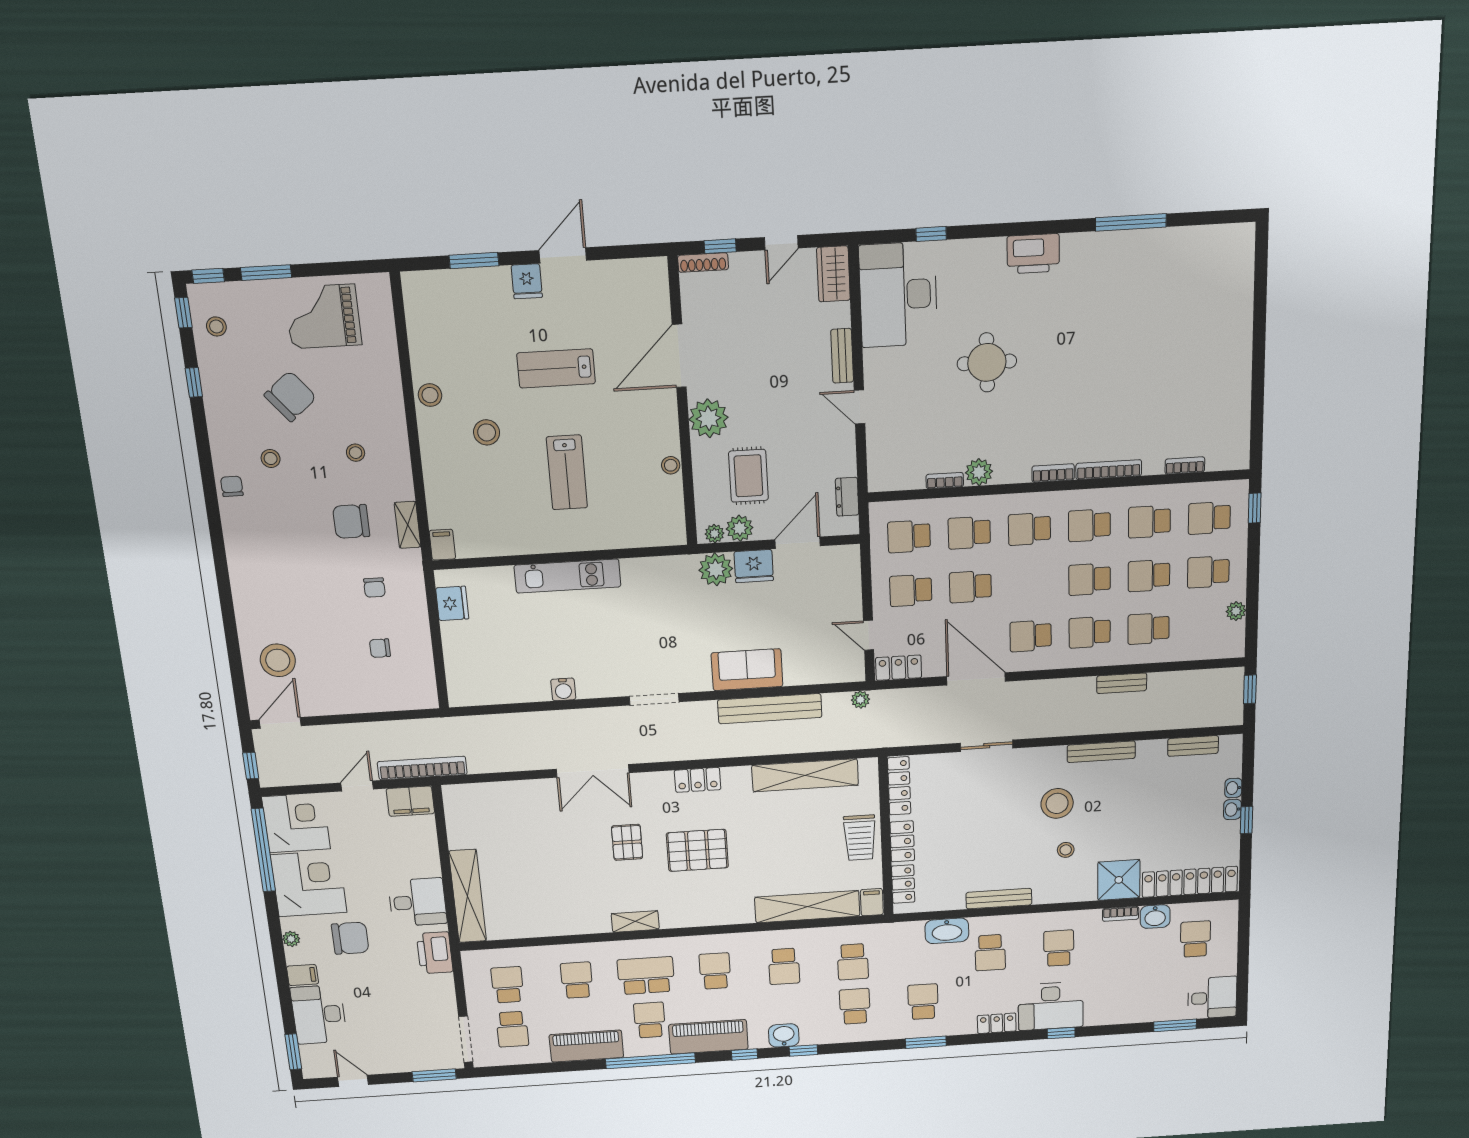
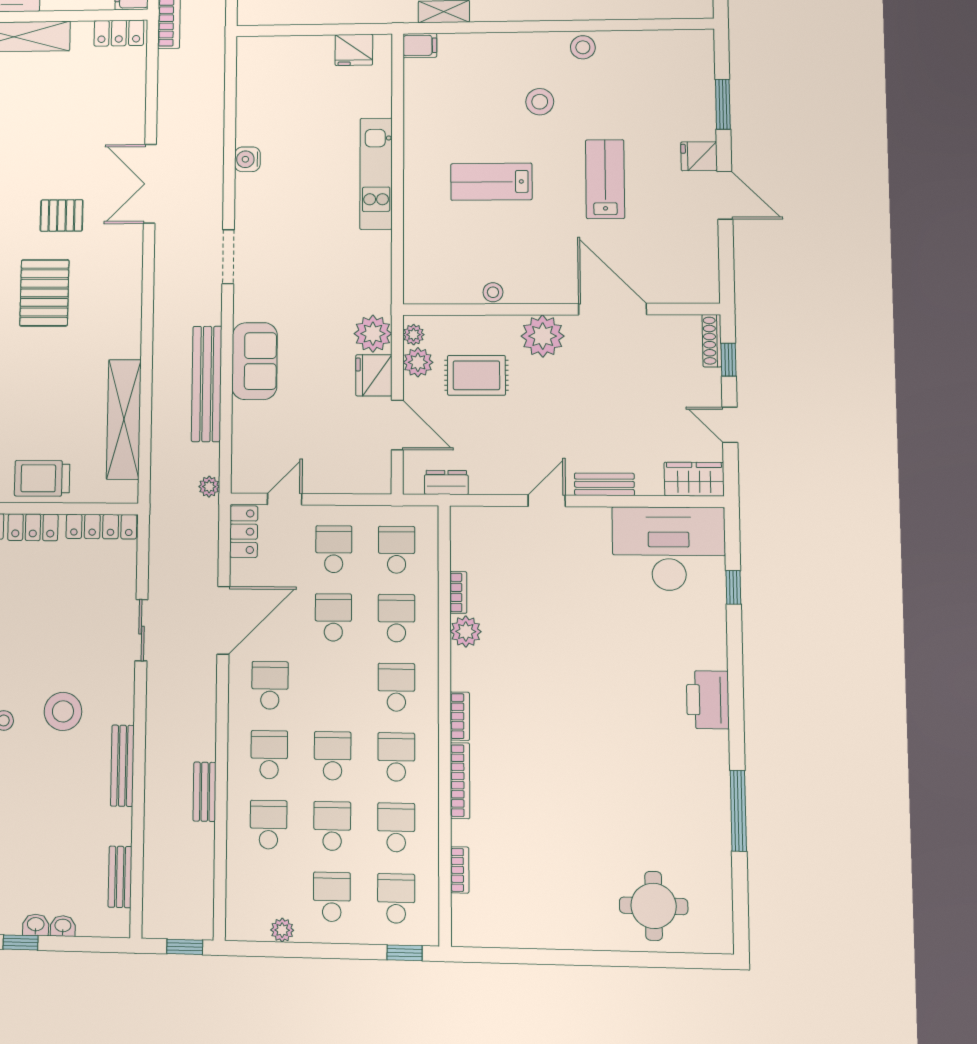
round table: (987, 362) -> (654, 906), moved
locker: (698, 780) -> (119, 33), moved, turned -90

